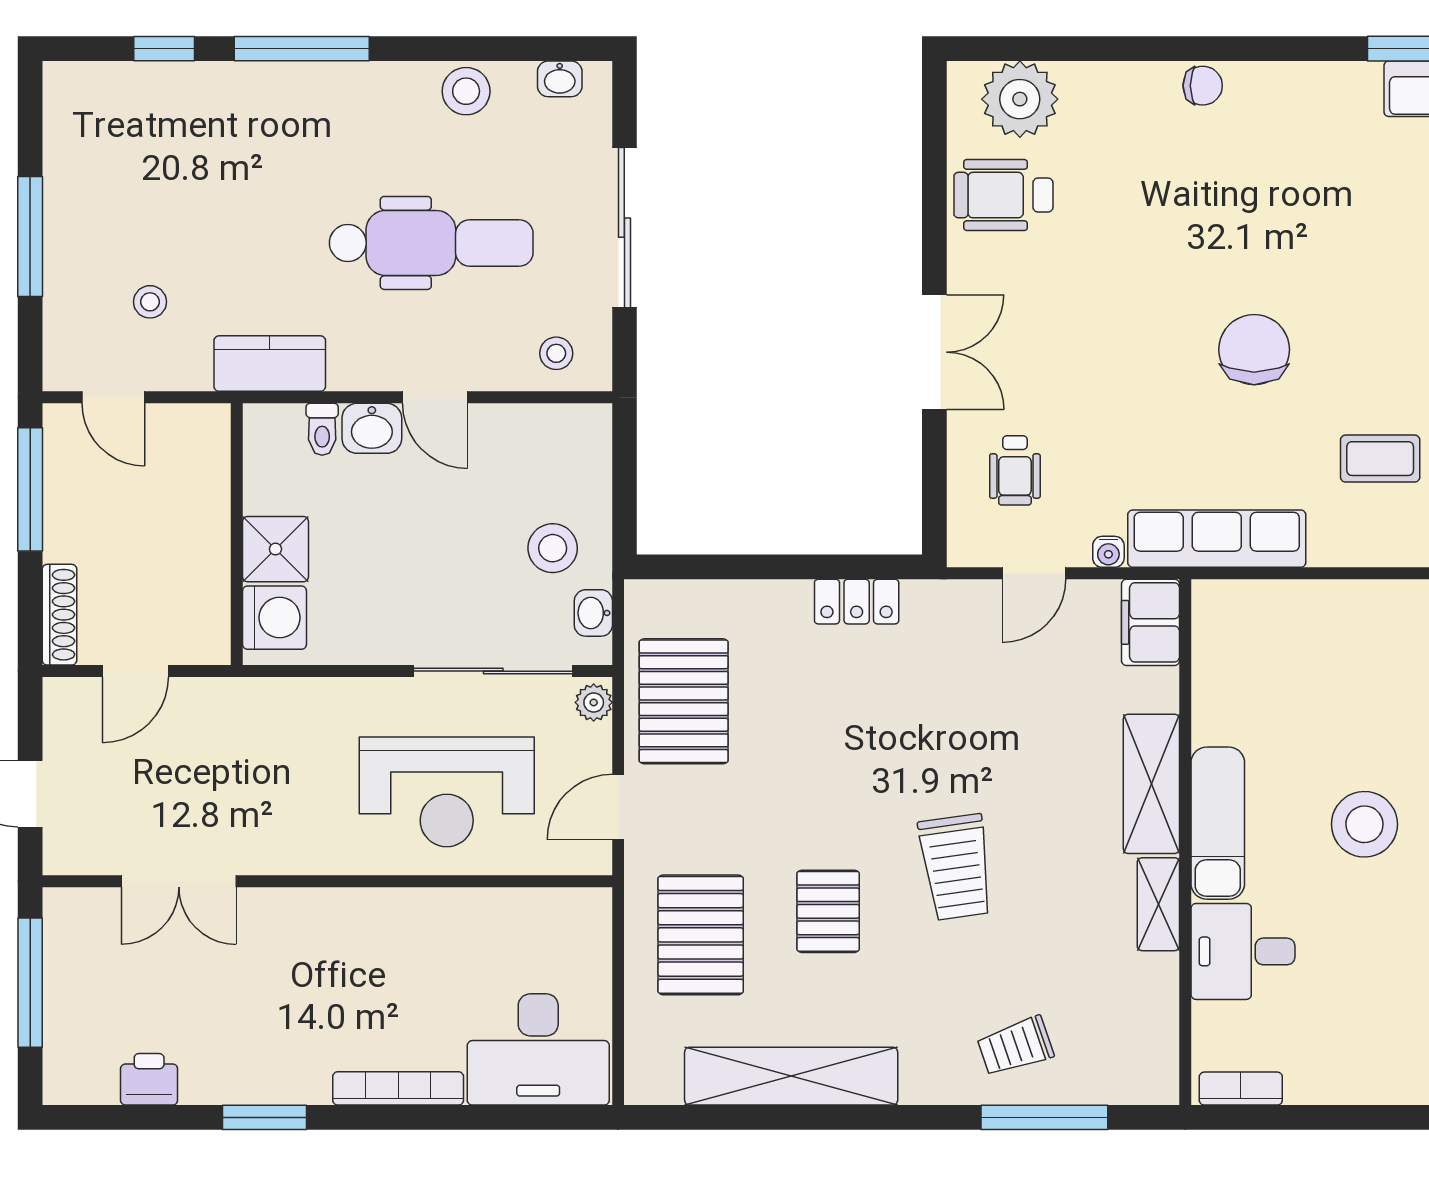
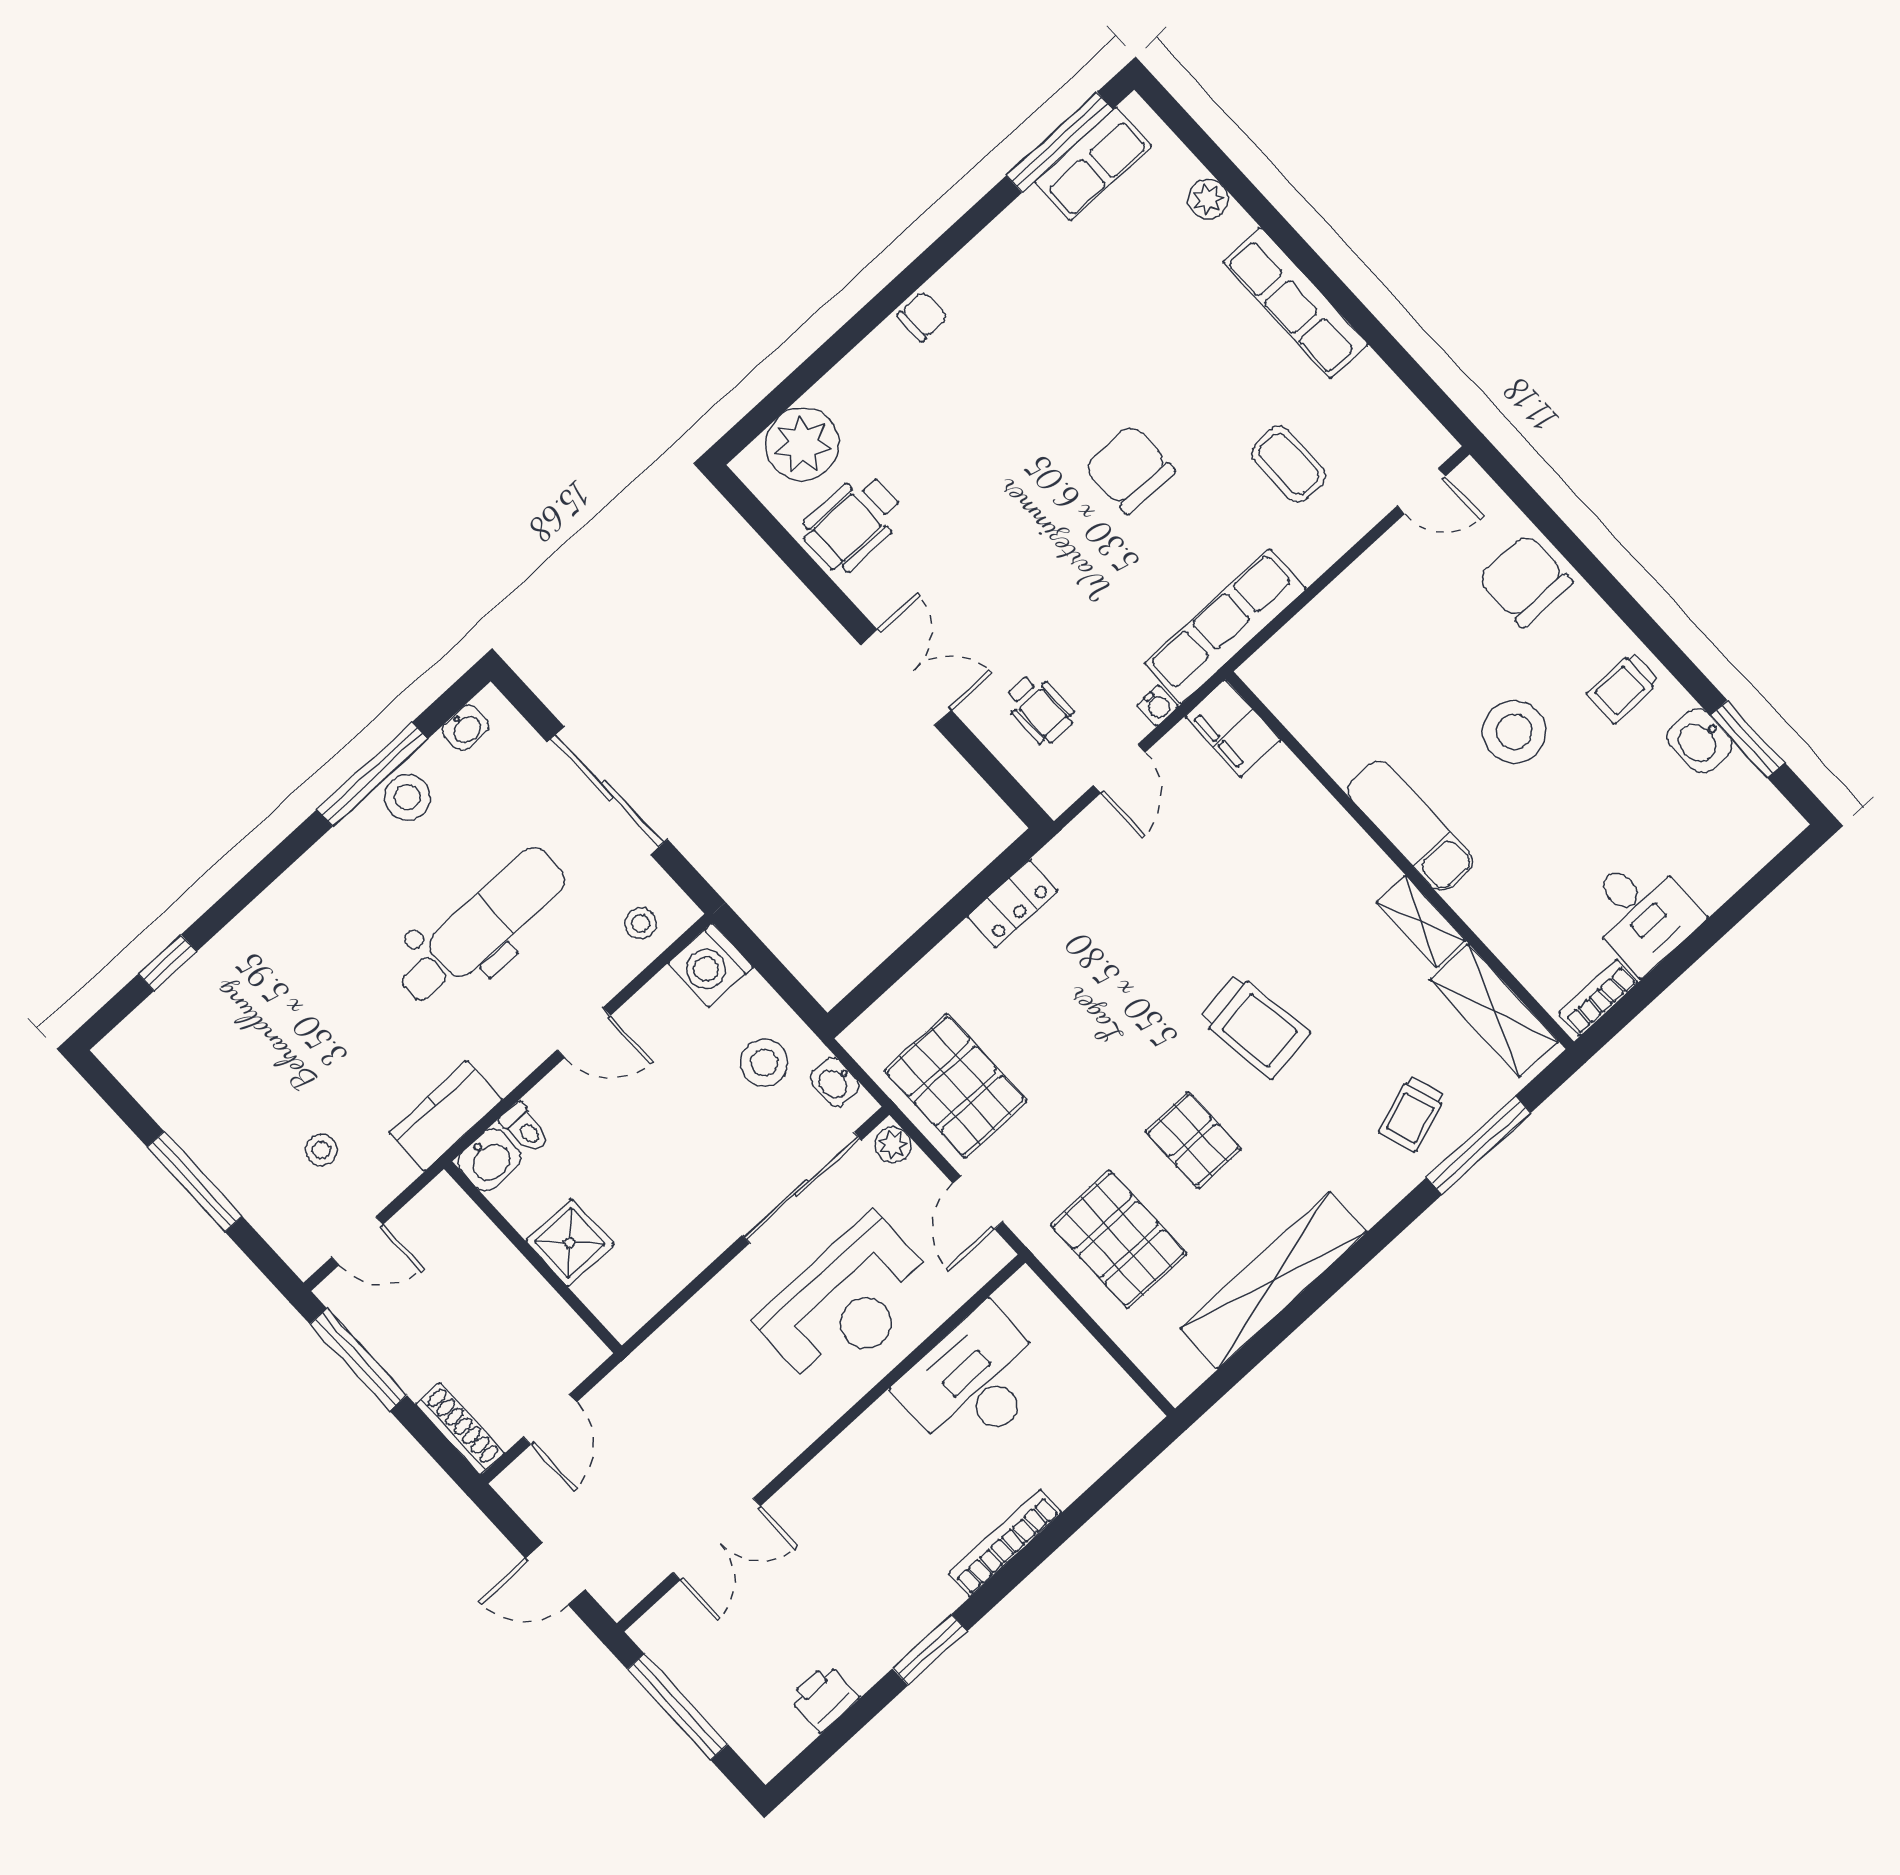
window: (302, 49) -> (372, 774), moved
washbasin: (372, 428) -> (489, 1160), moved
coffee table: (1380, 459) -> (1289, 464), turned 90
washing machine: (274, 618) -> (710, 965), moved, turned 180
shelving: (1151, 784) -> (1494, 1011), moved
desk: (1243, 951) -> (1641, 912), moved, turned -90
desk: (538, 1049) -> (974, 1382), moved, turned 180

